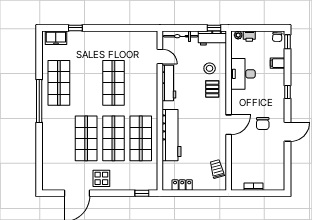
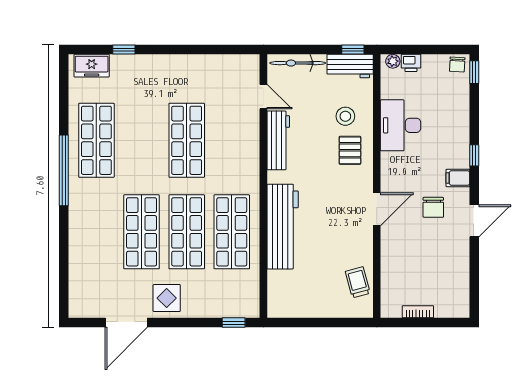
filing cabinet: (278, 63) -> (458, 178), moved
locker: (182, 185) -> (300, 309), removed

